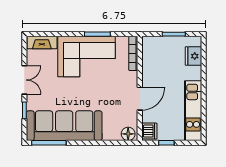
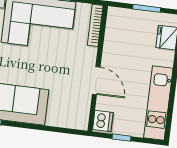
door: (140, 99) -> (96, 81), hinge flipped
floor lamp: (128, 134) -> (77, 121), removed

